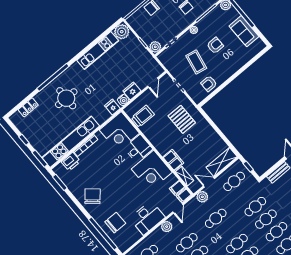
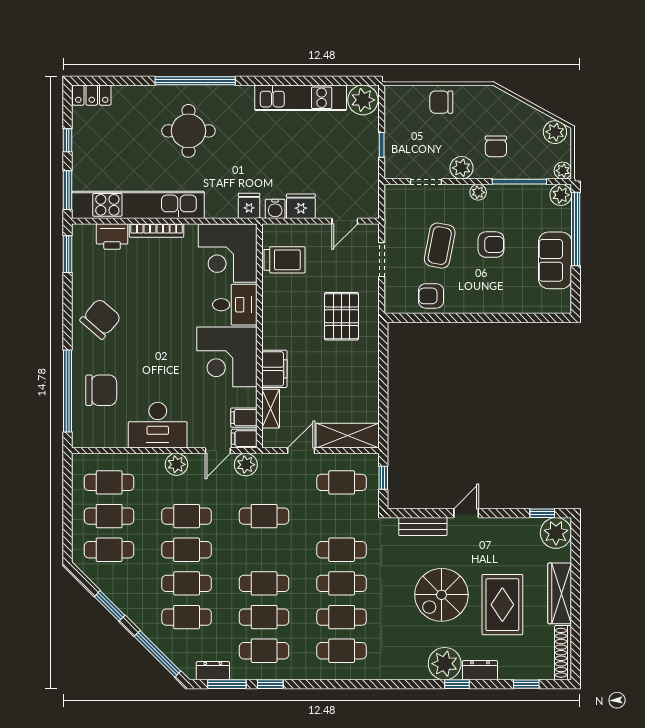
plant: (155, 47) -> (462, 168), moved
locker: (28, 107) -> (92, 95), moved
door: (209, 182) -> (301, 451), hinge flipped
plant: (202, 197) -> (246, 465), moved

